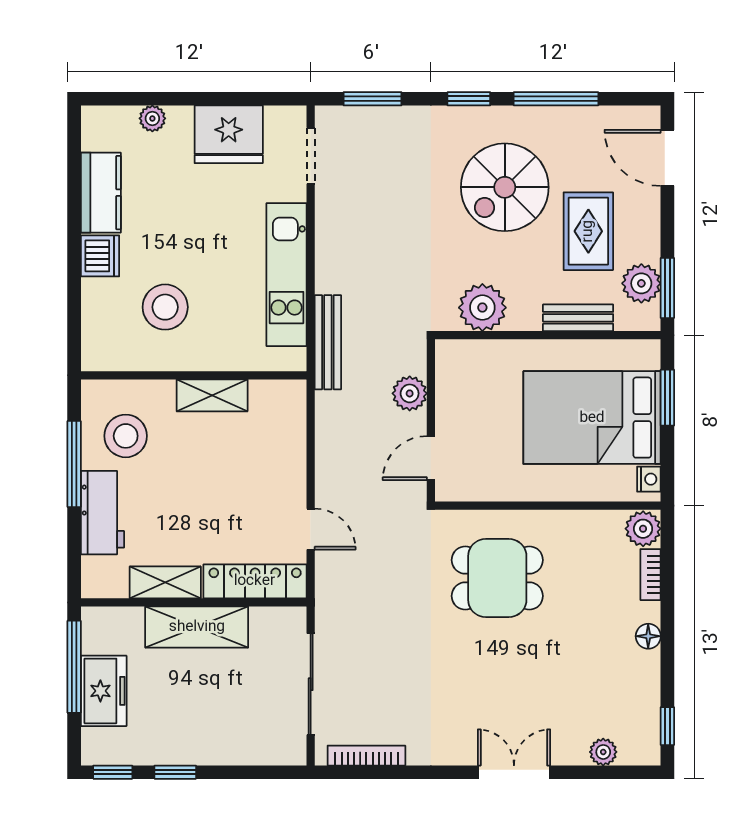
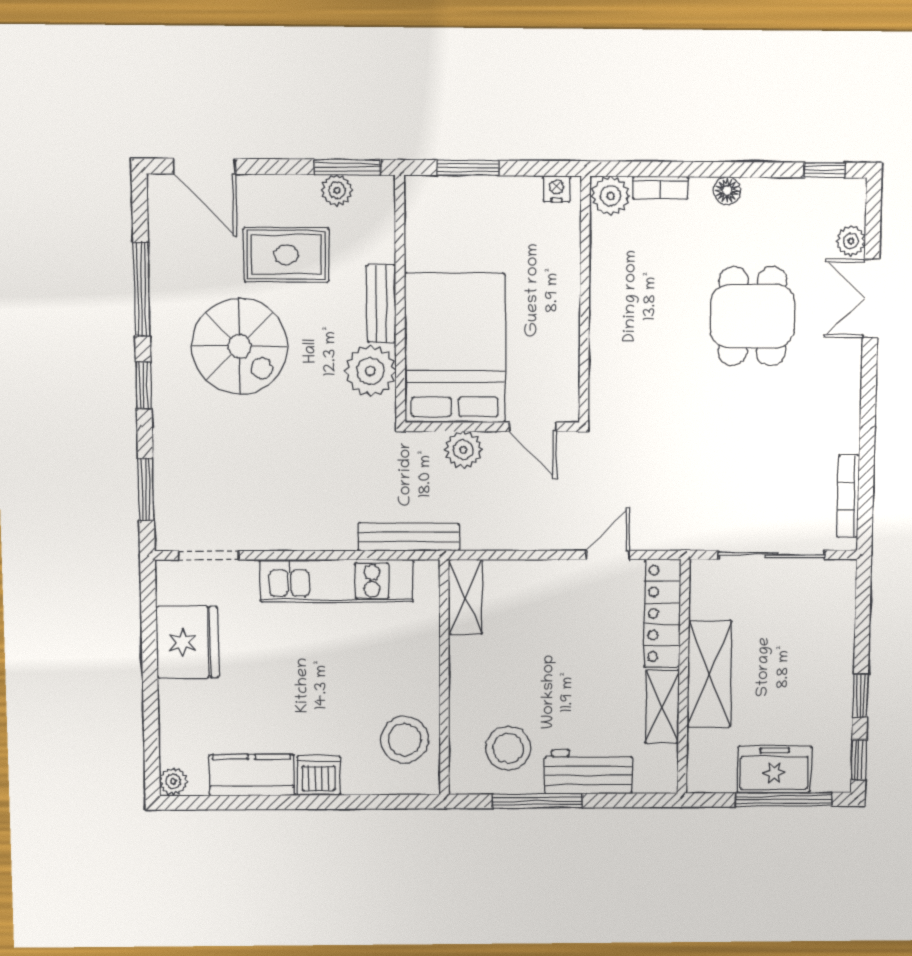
plant: (152, 118) -> (173, 781), moved
door: (667, 158) -> (204, 166), hinge flipped
plant: (641, 283) -> (337, 190), width x0.73, depth x0.73
stool: (165, 307) -> (405, 740), moved
bench: (578, 318) -> (381, 304), moved
shelving: (212, 395) -> (465, 597), moved
bed: (592, 418) -> (455, 348), moved, turned 180
dining table: (497, 578) -> (752, 316), moved
window: (74, 667) -> (784, 800), moved
double door: (514, 772) -> (871, 298), moved

